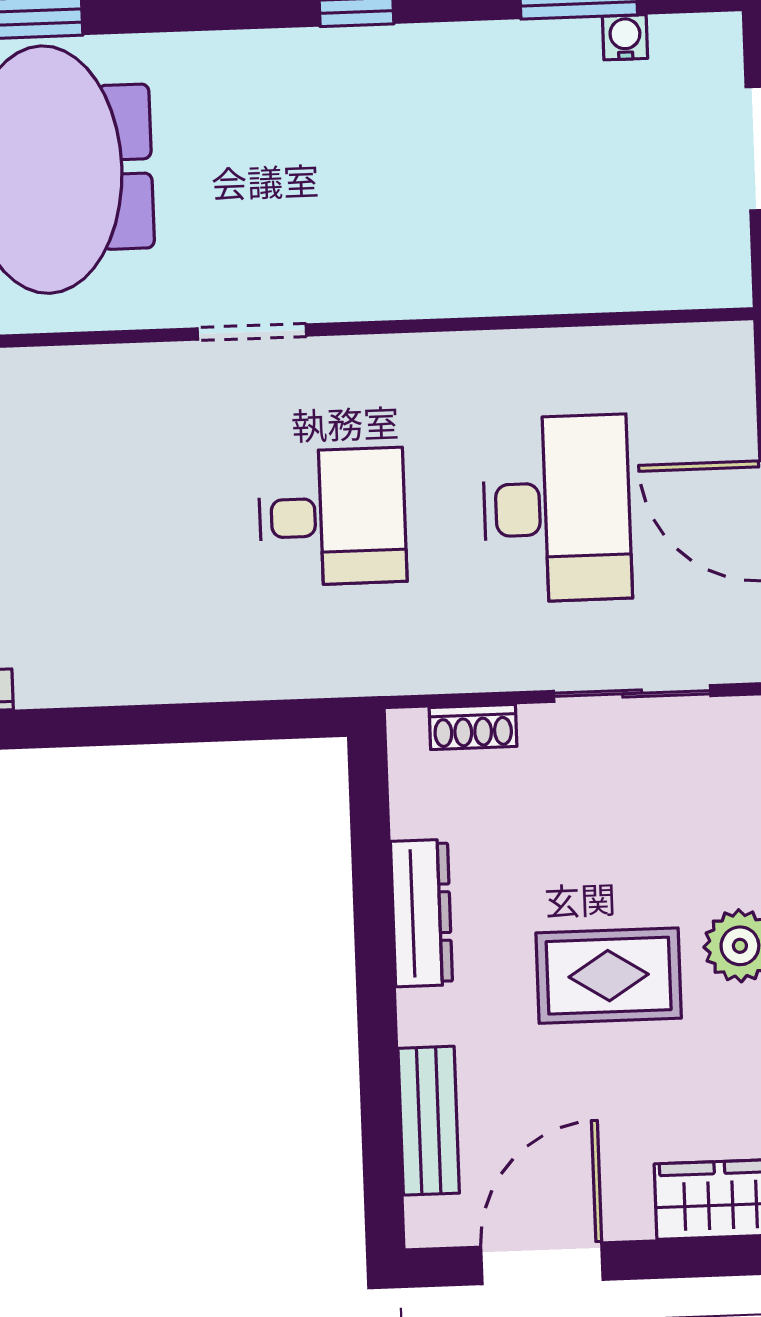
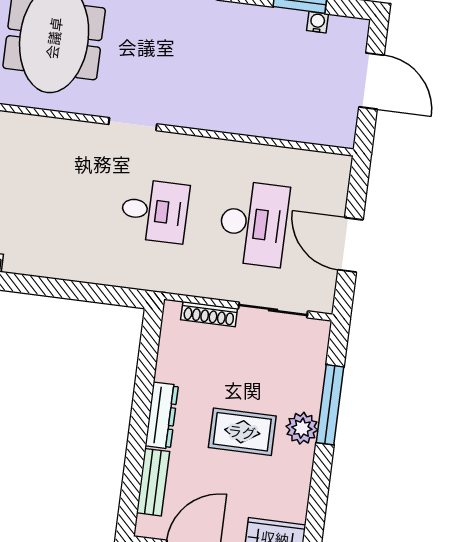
shoe rack: (473, 727) -> (209, 314), width x1.43
dresser: (422, 913) -> (162, 416), moved

